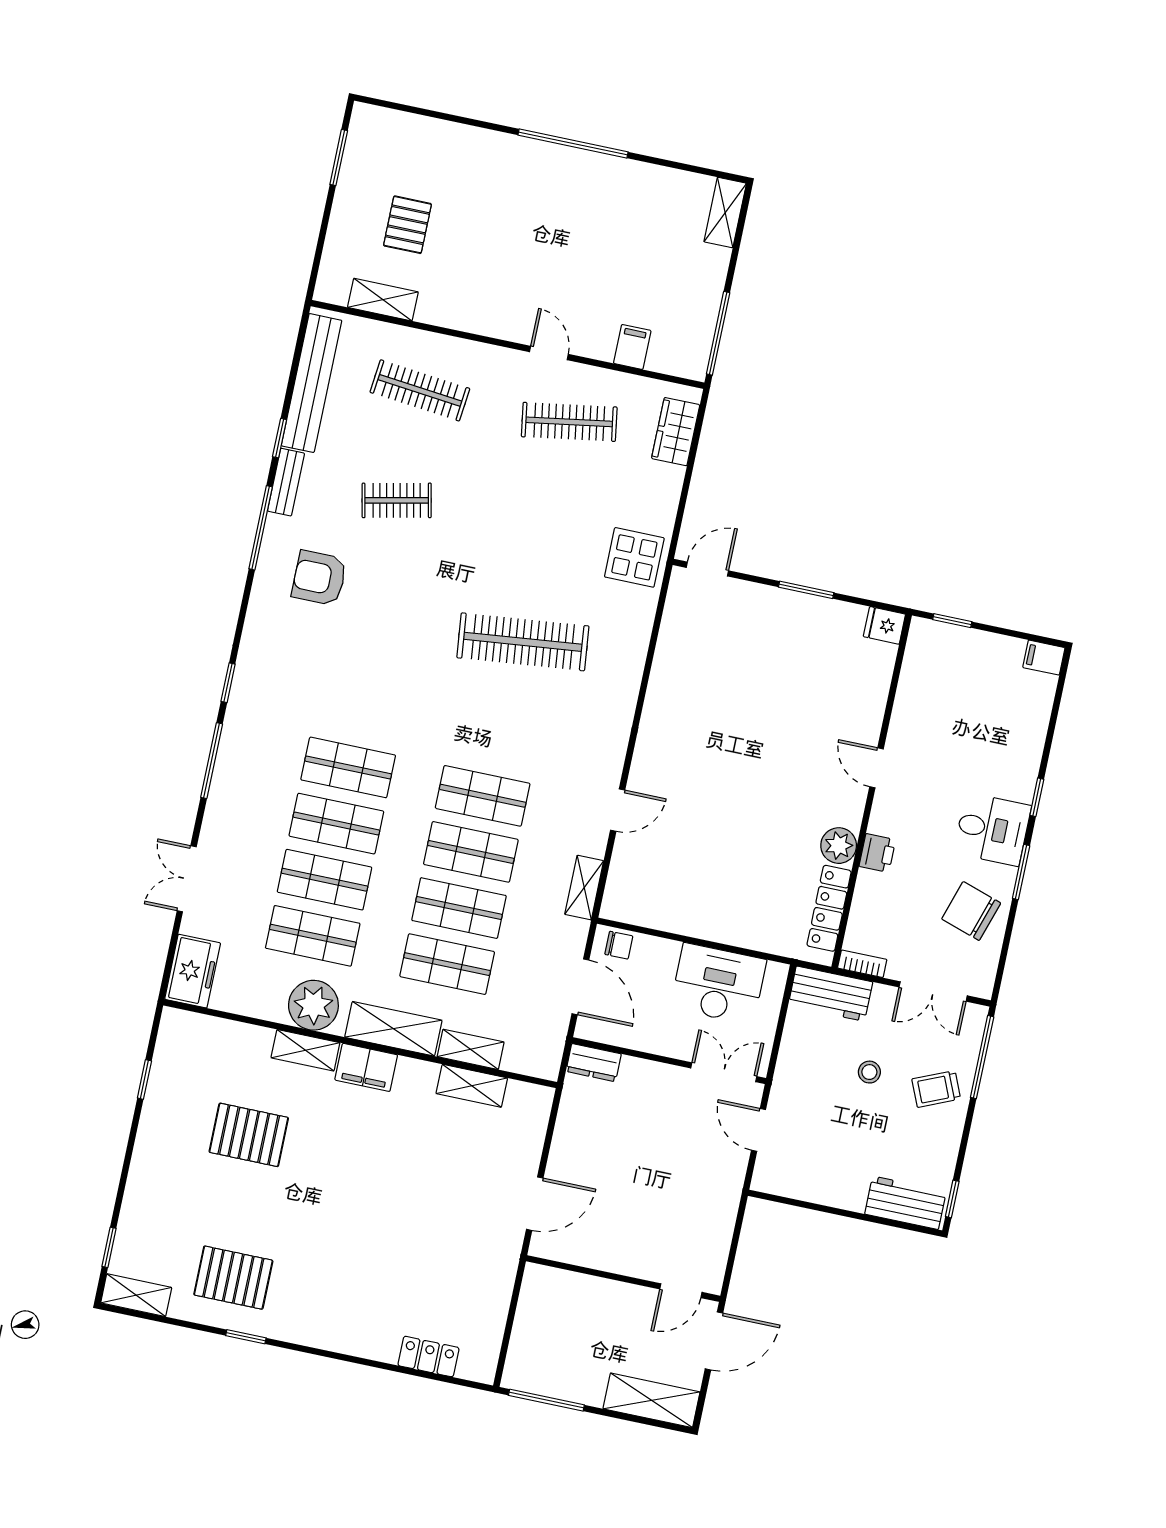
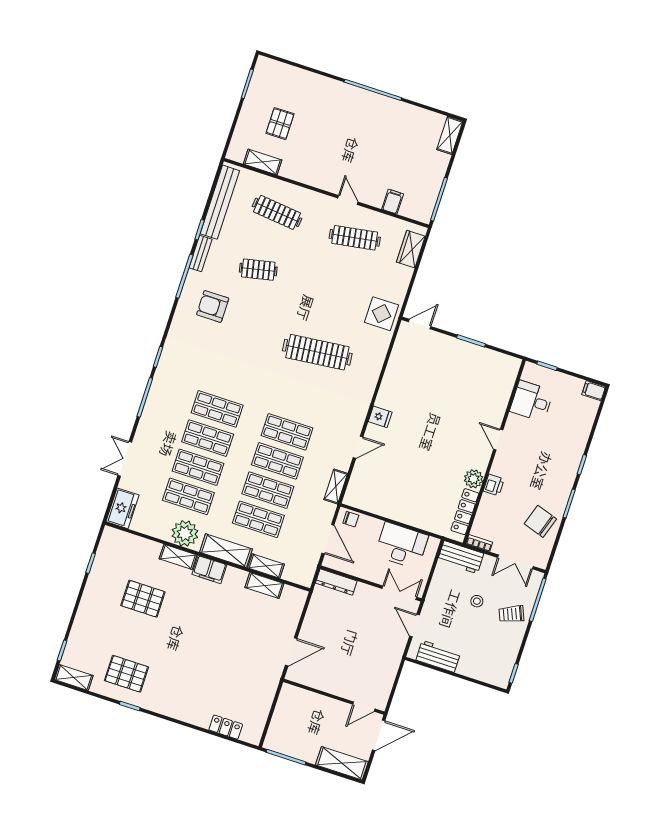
fridge: (884, 625) -> (380, 417), moved, turned 180
desk: (992, 829) -> (532, 401), moved, turned 180
dresser: (594, 1063) -> (336, 582), width x1.44
workbench: (905, 1203) -> (438, 656), moved

